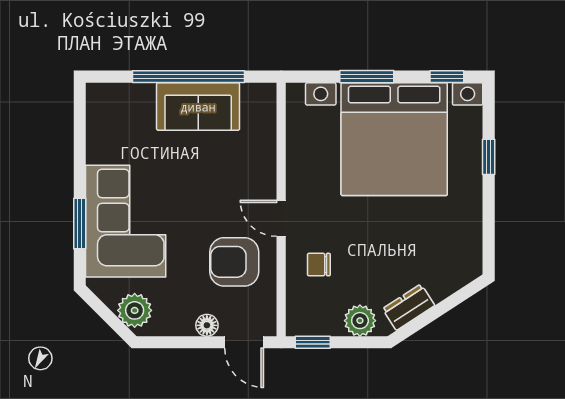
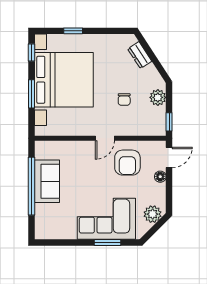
chair: (319, 265) -> (124, 99), moved
dresser: (409, 307) -> (140, 55), moved

